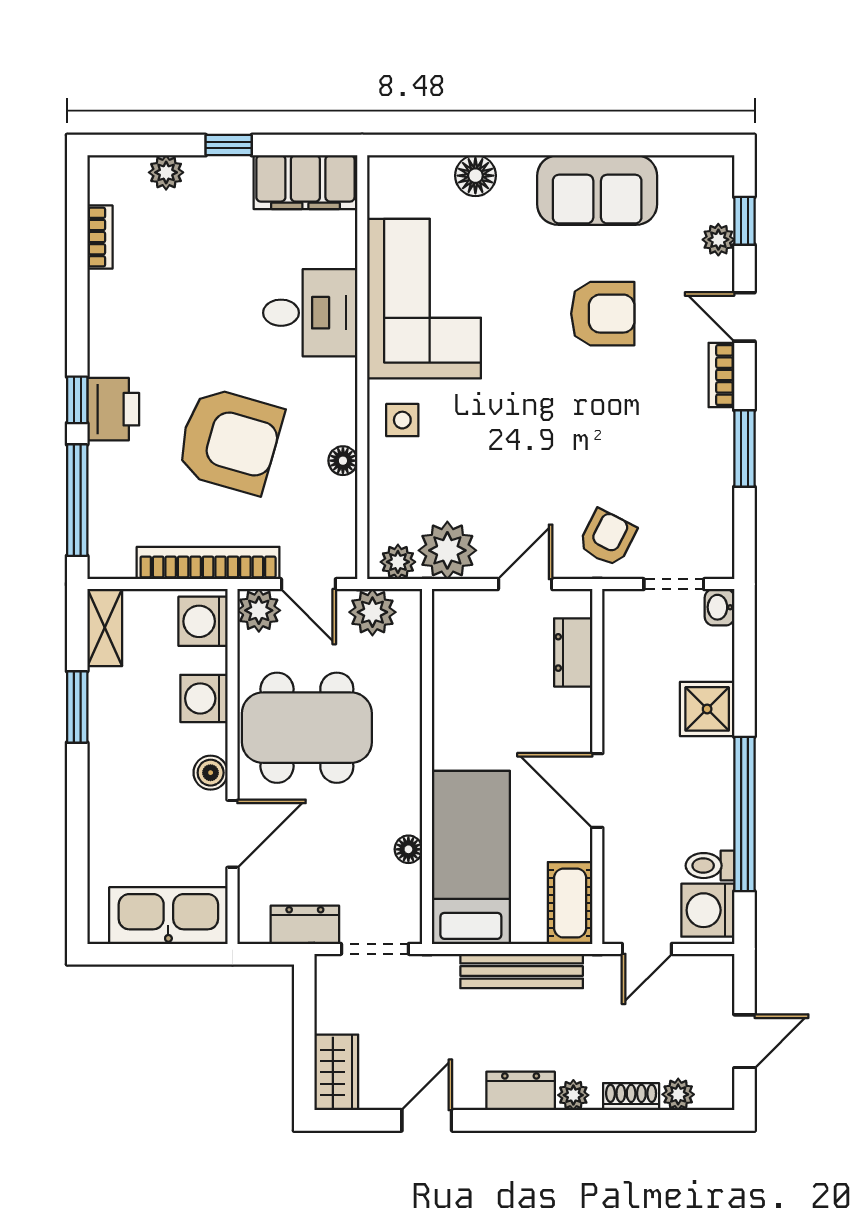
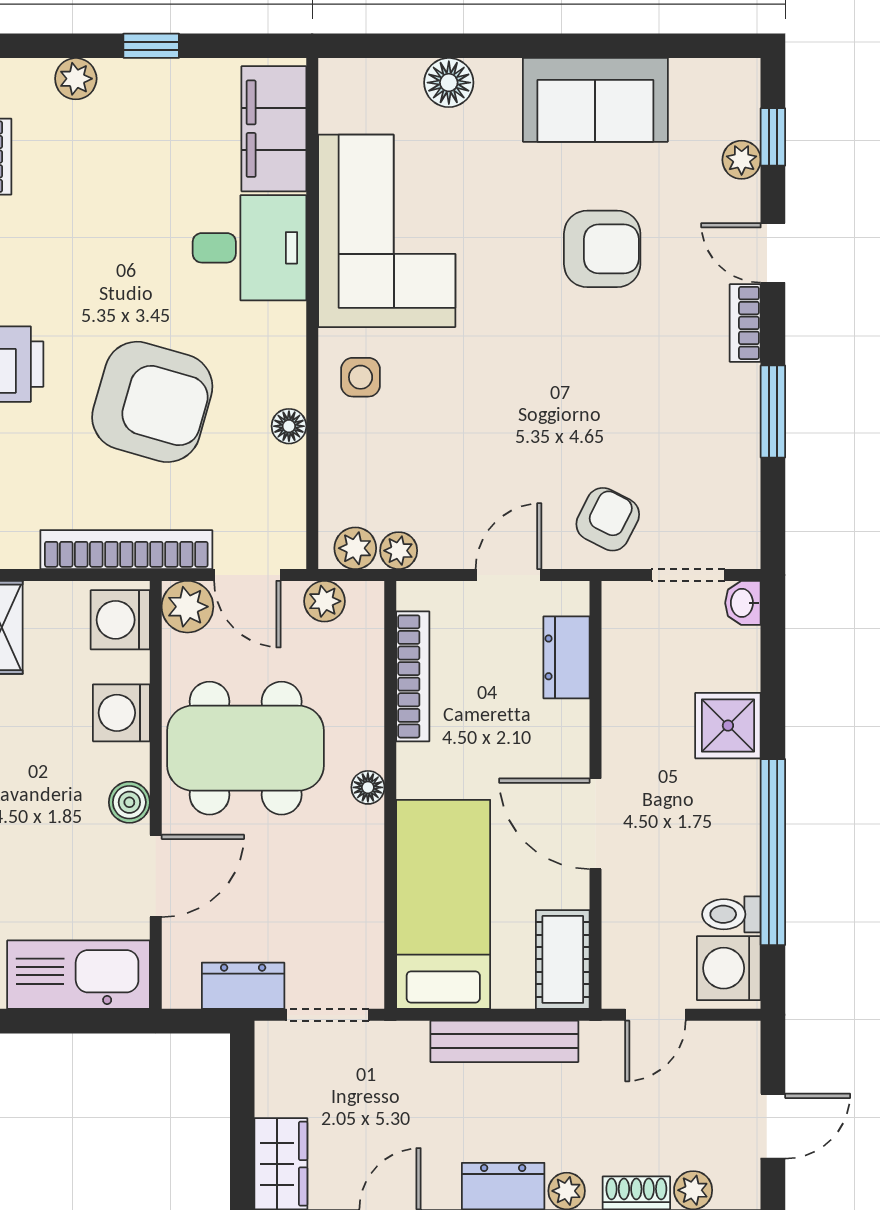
filing cabinet: (305, 182) -> (274, 129), moved, turned 90
plant: (447, 550) -> (399, 551), width x0.53, depth x0.53
plant: (372, 612) -> (325, 601), width x0.73, depth x0.73
bookcase: (446, 668) -> (413, 676), added
floor lamp: (408, 849) -> (368, 787), moved

